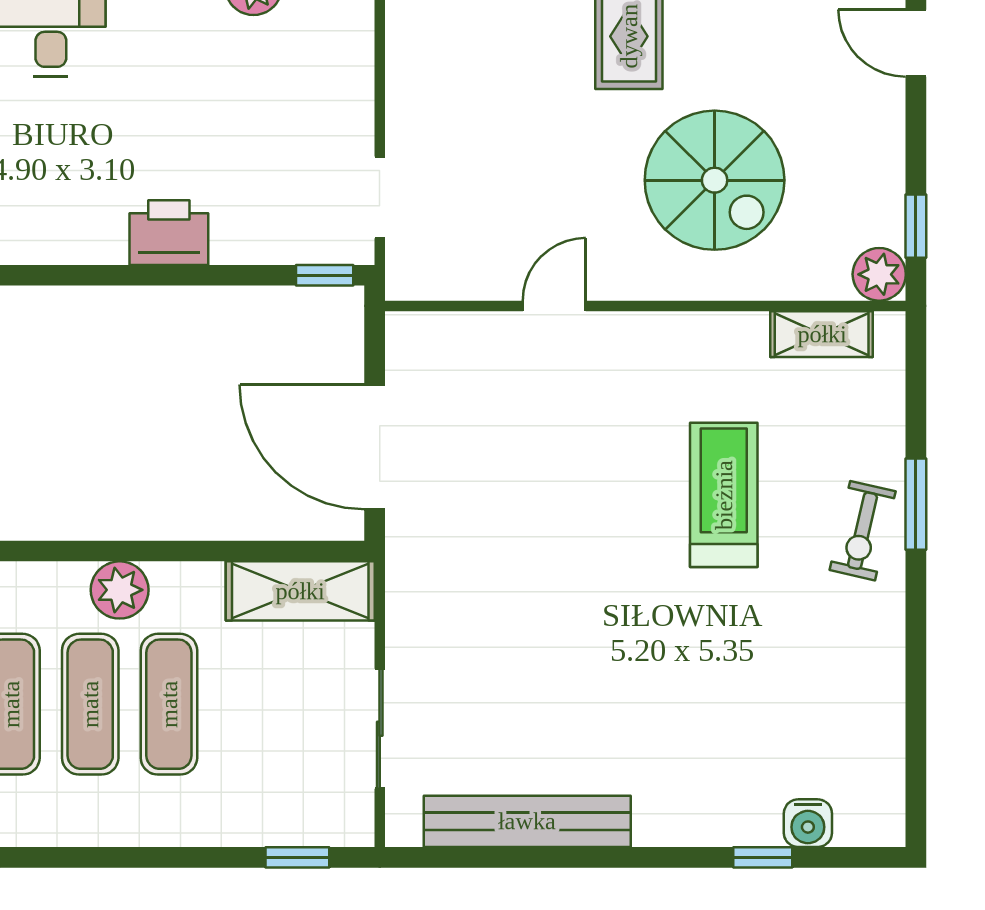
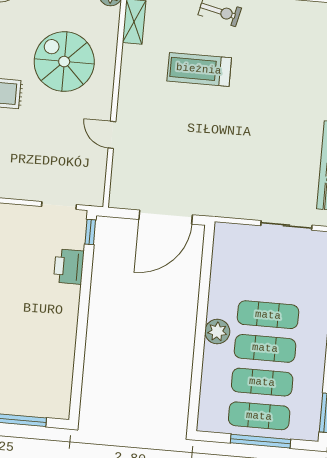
spiral stairs: (715, 180) -> (64, 62), turned -90
printer: (169, 233) -> (69, 267), moved
shelving: (300, 591) -> (224, 254), removed

